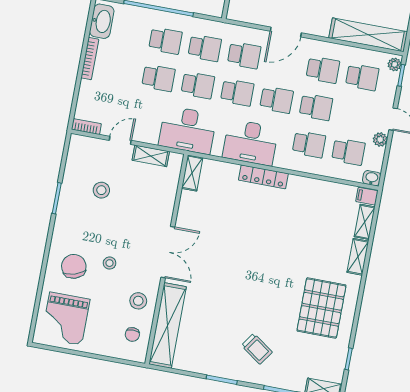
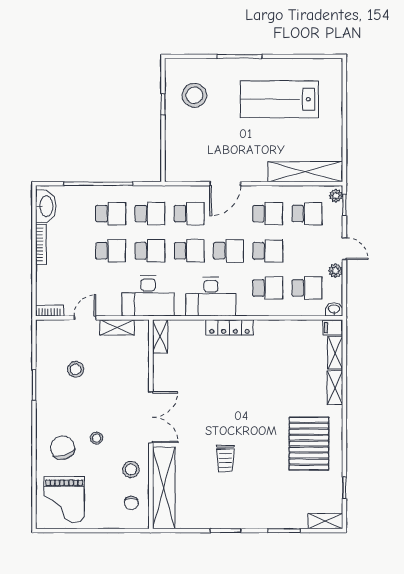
trolley: (257, 349) -> (225, 458), moved, turned 55

